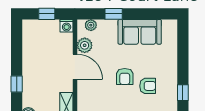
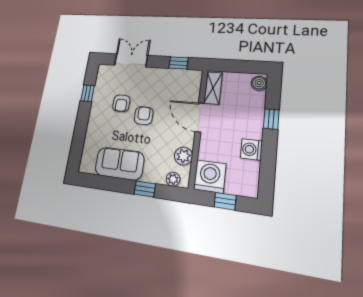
washing machine: (67, 26) -> (210, 177), width x1.89, depth x1.89
washing machine: (30, 57) -> (251, 149), added
door: (75, 67) -> (200, 117), moved
armchair: (148, 86) -> (121, 103), turned -90

